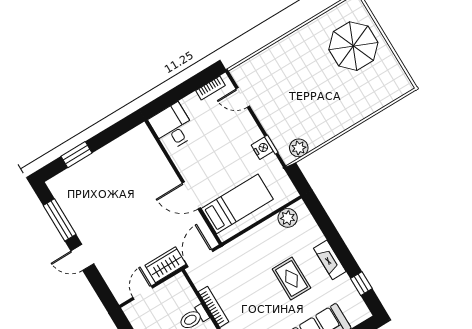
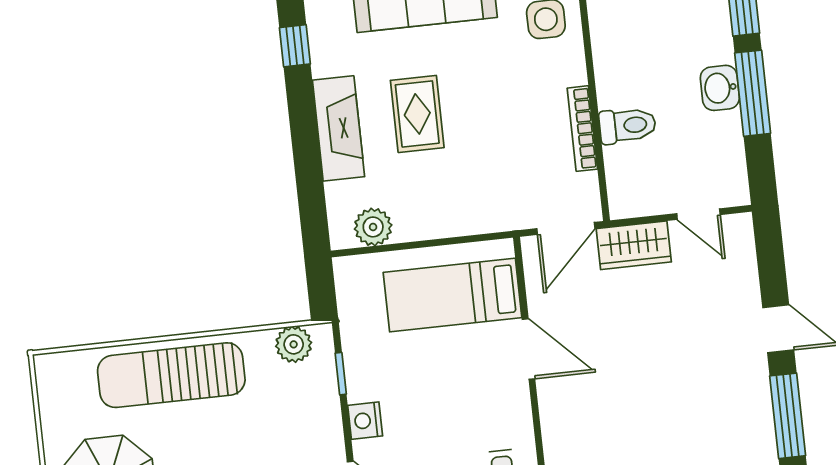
sun lounger: (348, 108) -> (171, 375), added
nightstand: (262, 148) -> (365, 421), moved
fireplace: (330, 260) -> (338, 128), width x1.37, depth x1.32
door: (143, 293) -> (698, 214), hinge flipped

